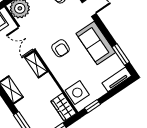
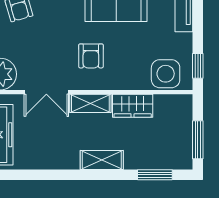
armchair: (61, 48) -> (91, 56), turned 90
wardrobe: (63, 107) -> (133, 106), moved

